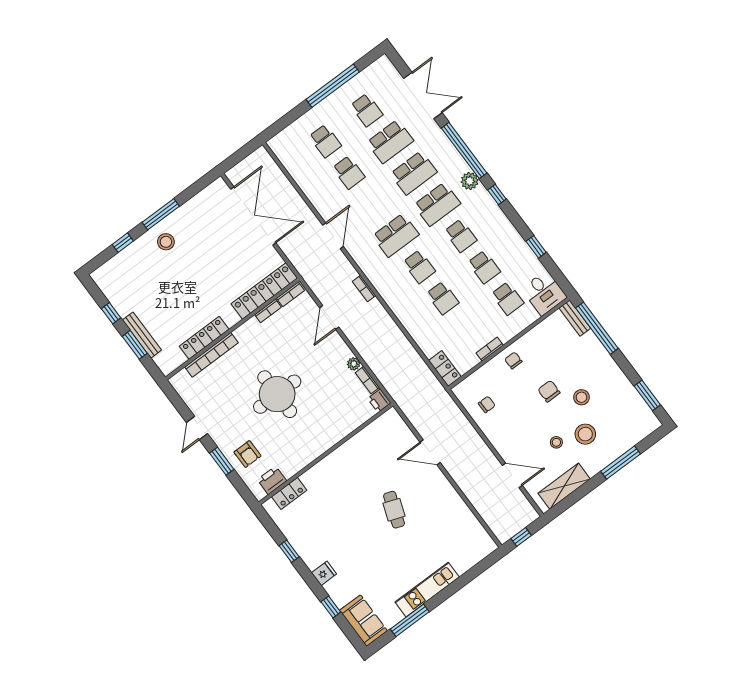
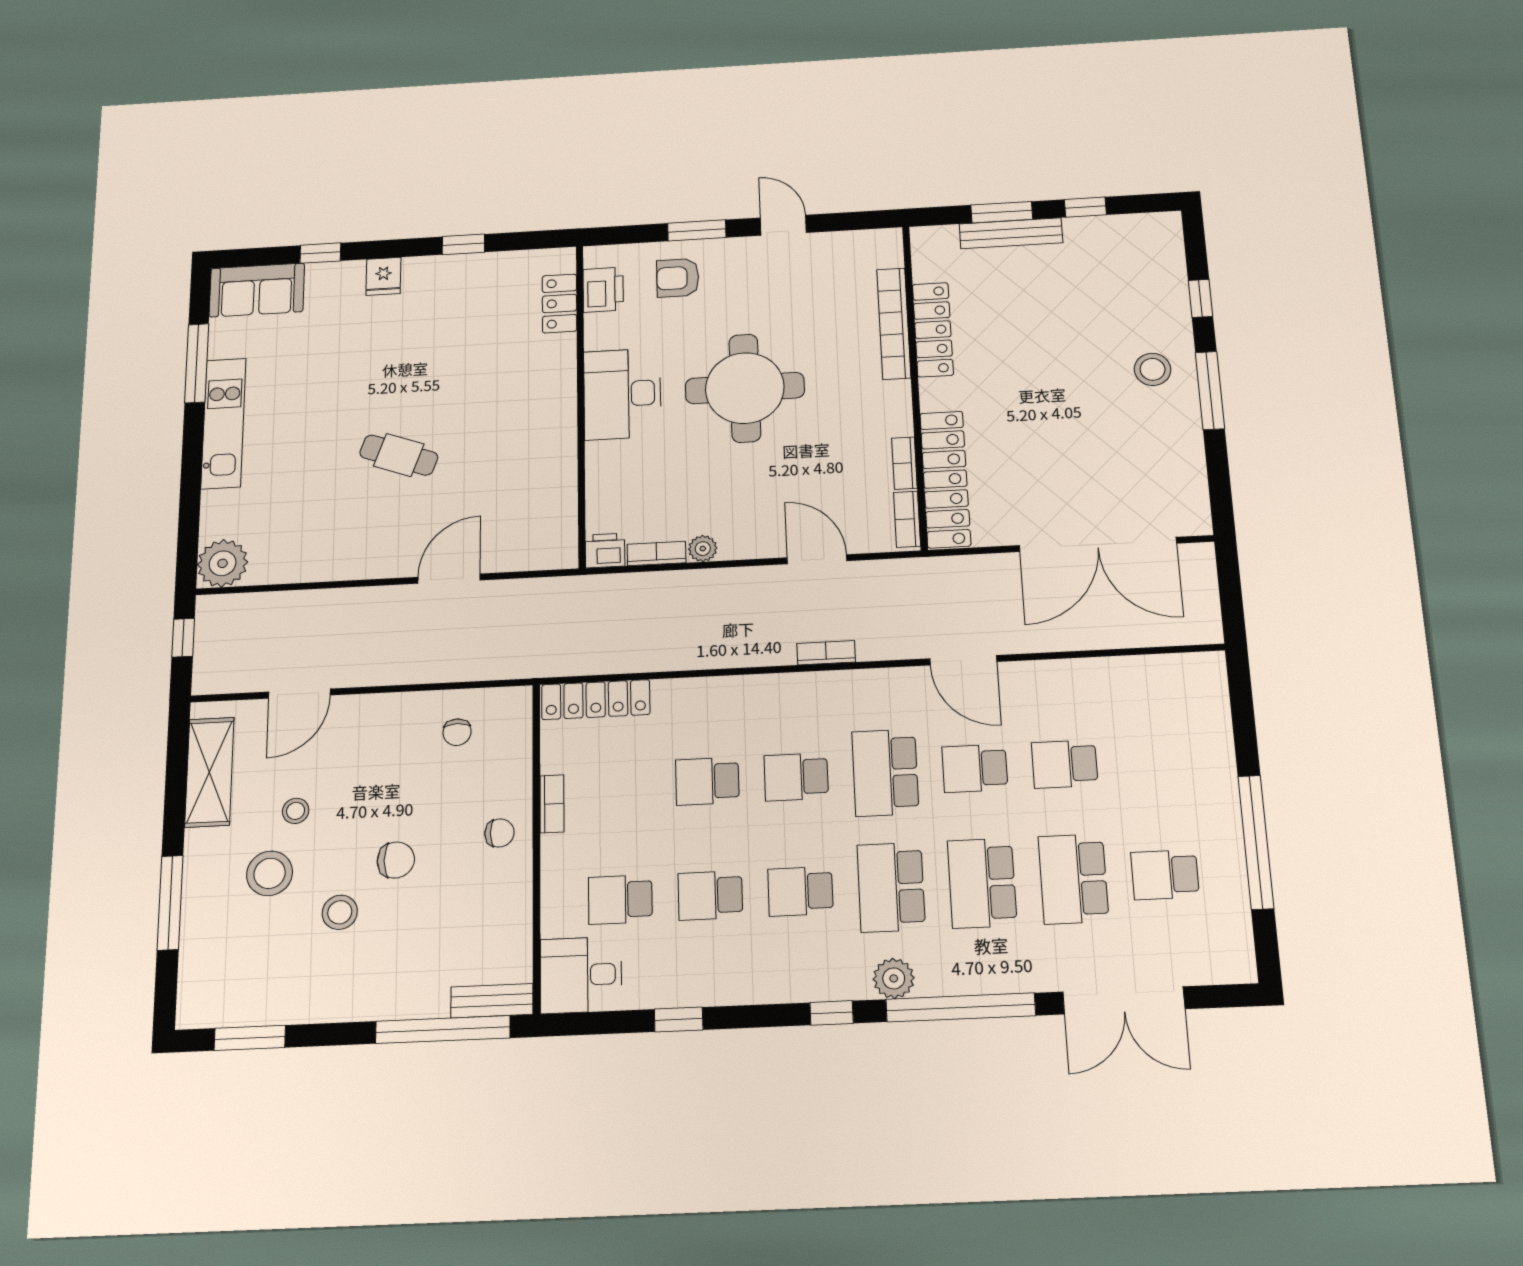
school desk: (325, 141) -> (975, 768), moved
locker: (445, 369) -> (596, 700), width x1.53
desk: (311, 440) -> (622, 394), added
plant: (483, 545) -> (223, 563), added

